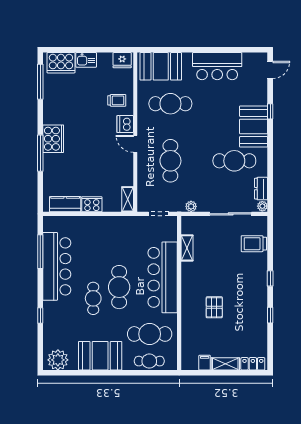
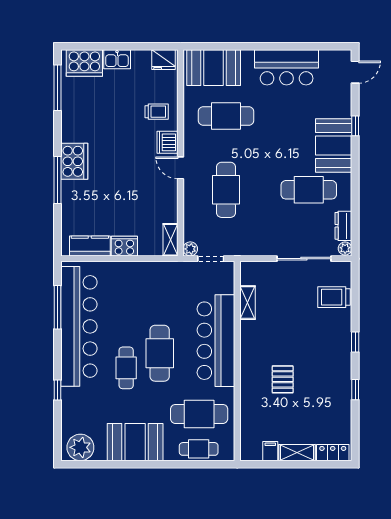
plant: (191, 206) -> (190, 249), moved
bar counter: (57, 266) -> (79, 326), width x1.36

